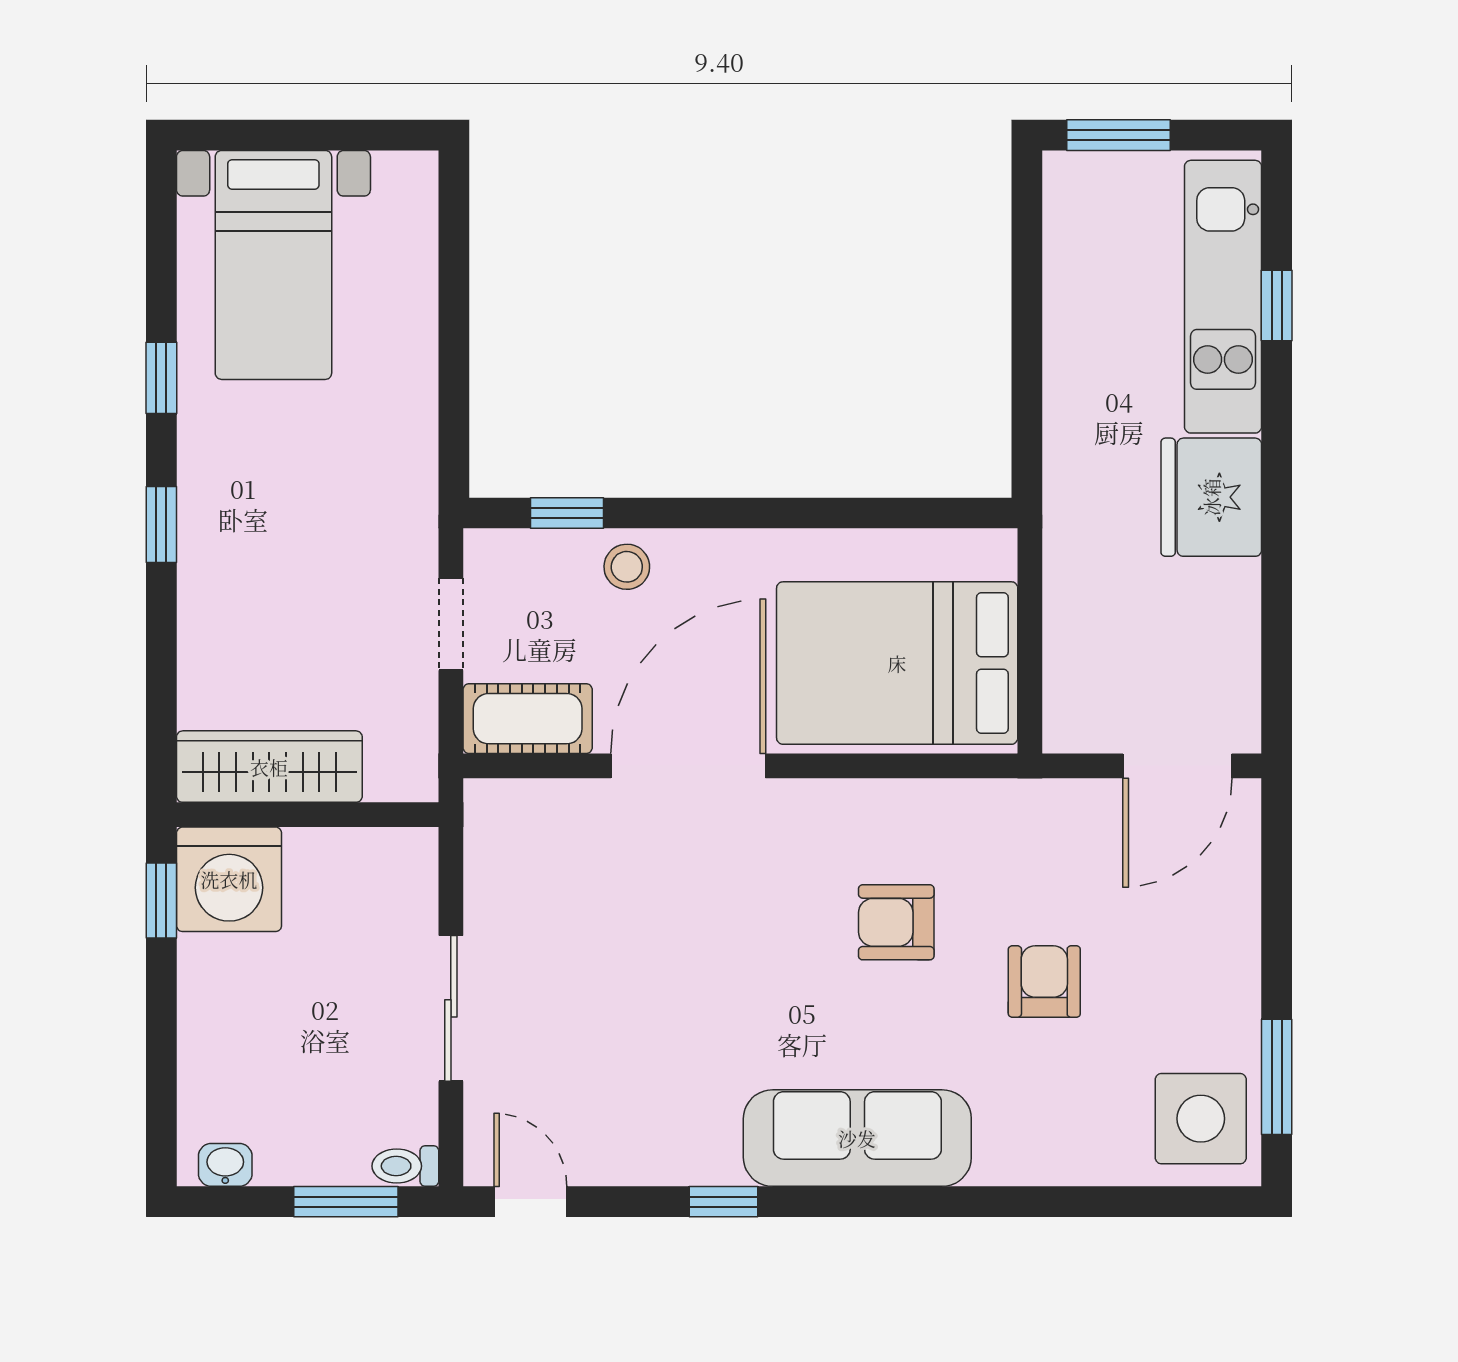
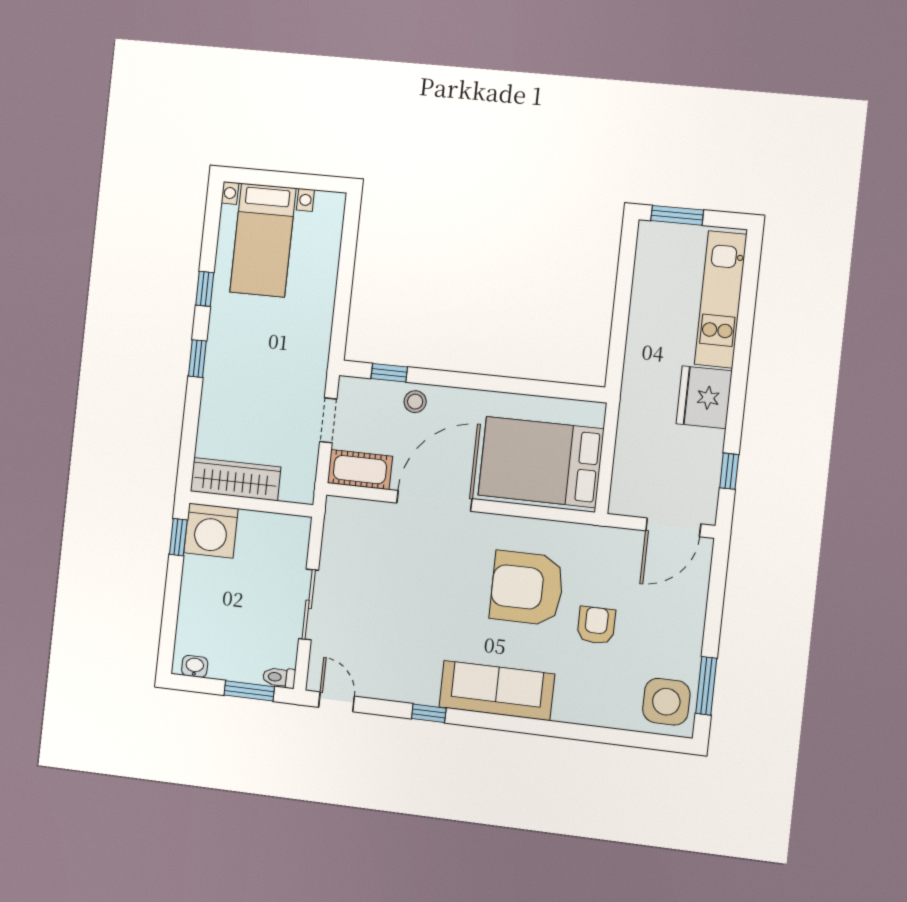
window: (1277, 306) -> (729, 471), moved
armchair: (896, 922) -> (527, 588), width x1.88, depth x1.88

